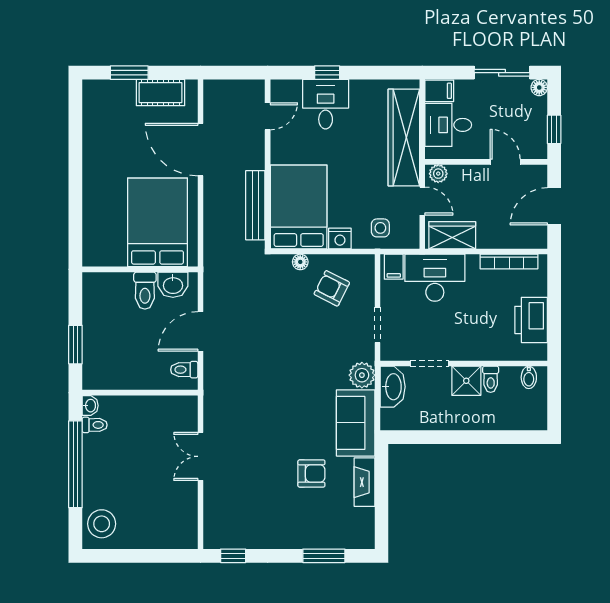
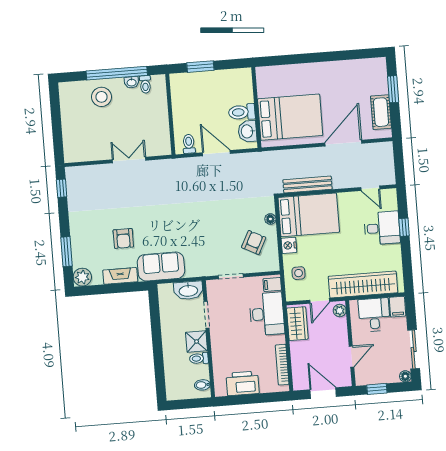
plant: (362, 375) -> (82, 277), moved
washbasin: (90, 406) -> (132, 82), moved
stool: (102, 524) -> (102, 97), moved

